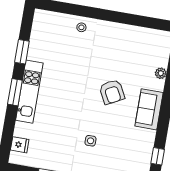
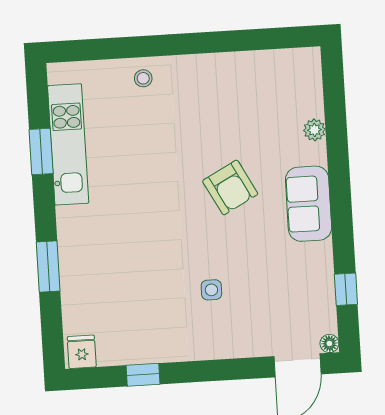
window: (15, 92) -> (48, 267), moved
kitchen unit: (29, 92) -> (68, 144), moved
fridge: (20, 145) -> (82, 352), moved, turned -90

